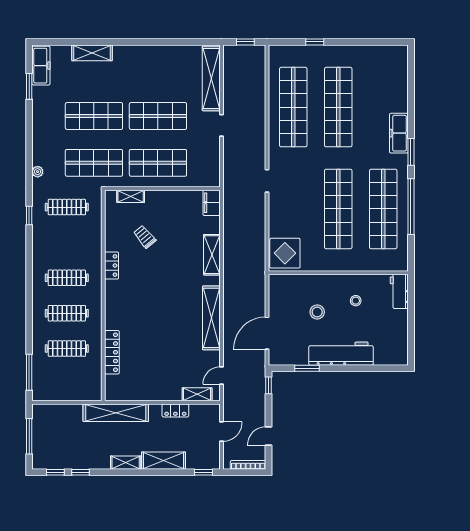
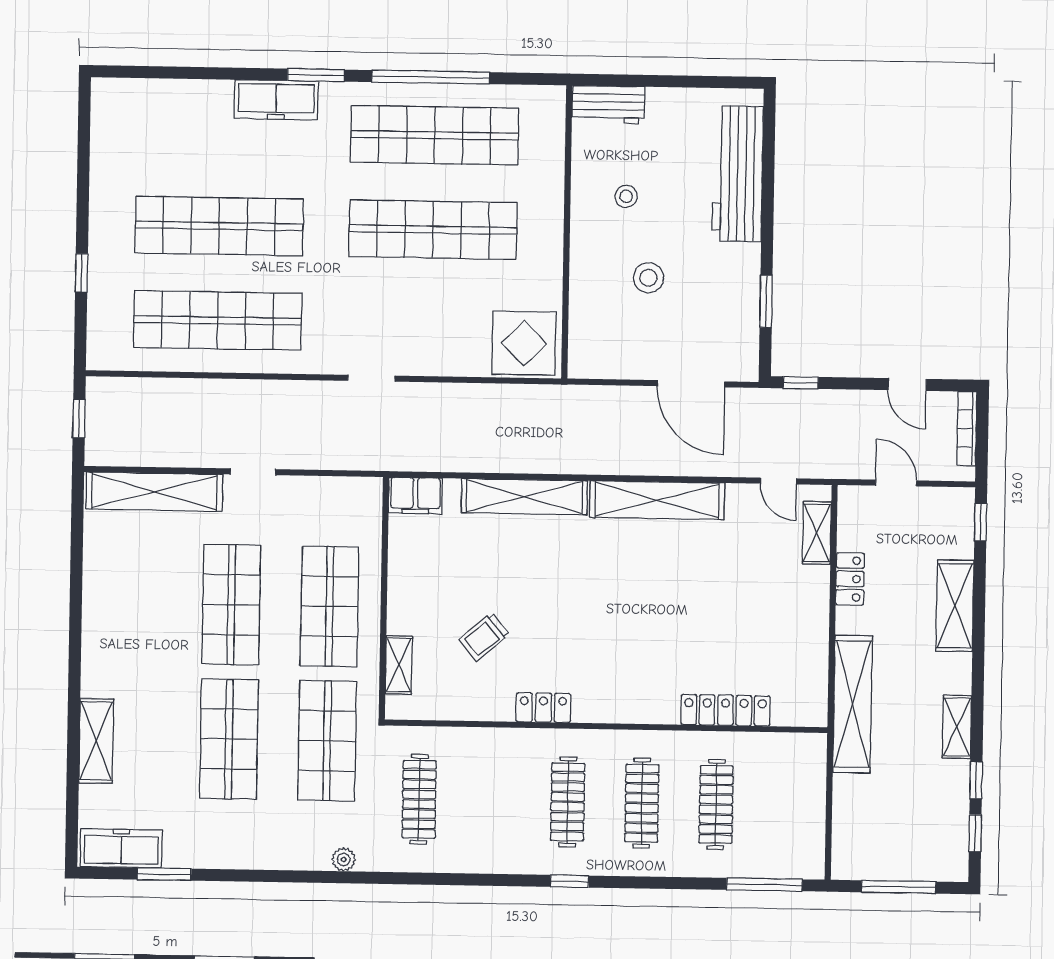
window: (29, 215) -> (570, 881), moved
shelving: (212, 255) -> (524, 497), width x1.47
workbench: (341, 354) -> (738, 174), moved
shelving: (126, 463) -> (957, 727), moved

